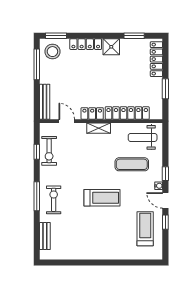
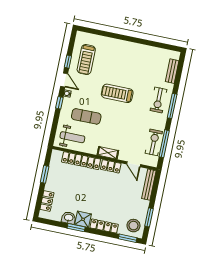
window: (134, 36) -> (76, 228), moved
washbasin: (128, 45) -> (69, 218), added
locker: (156, 59) -> (47, 201), width x0.66
window: (37, 64) -> (149, 217), width x0.69
window: (37, 152) -> (164, 144), width x2.17

